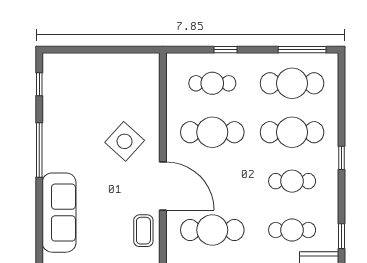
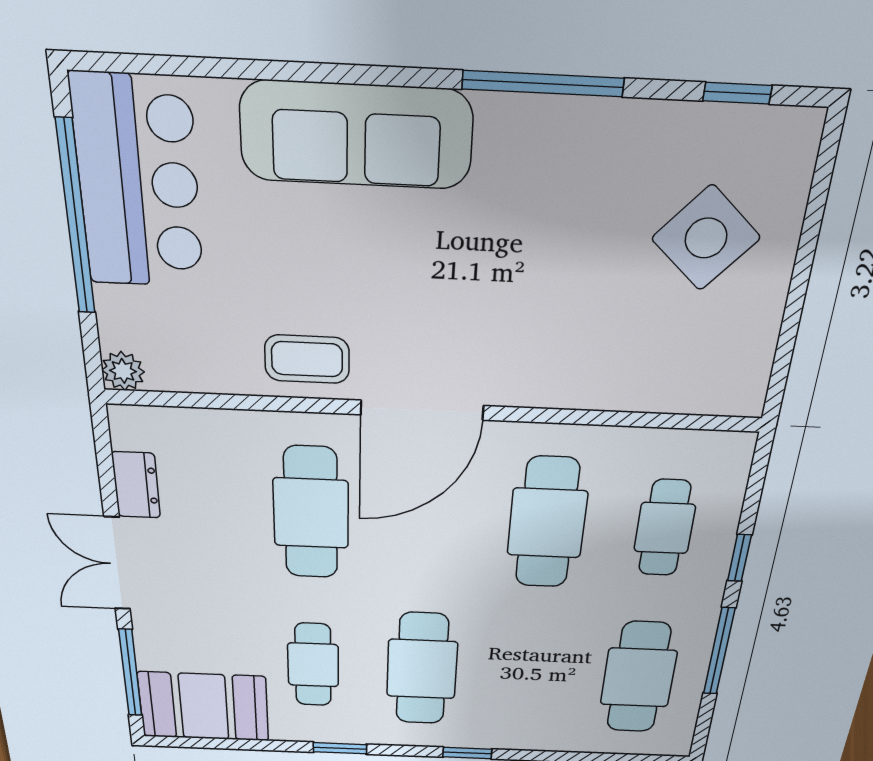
window: (302, 50) -> (719, 651), moved
cafe table: (292, 132) -> (530, 673), removed
side table: (125, 141) -> (706, 238), moved
cafe table: (292, 181) -> (422, 669), width x1.37, depth x1.35
window: (341, 236) -> (340, 748), moved

